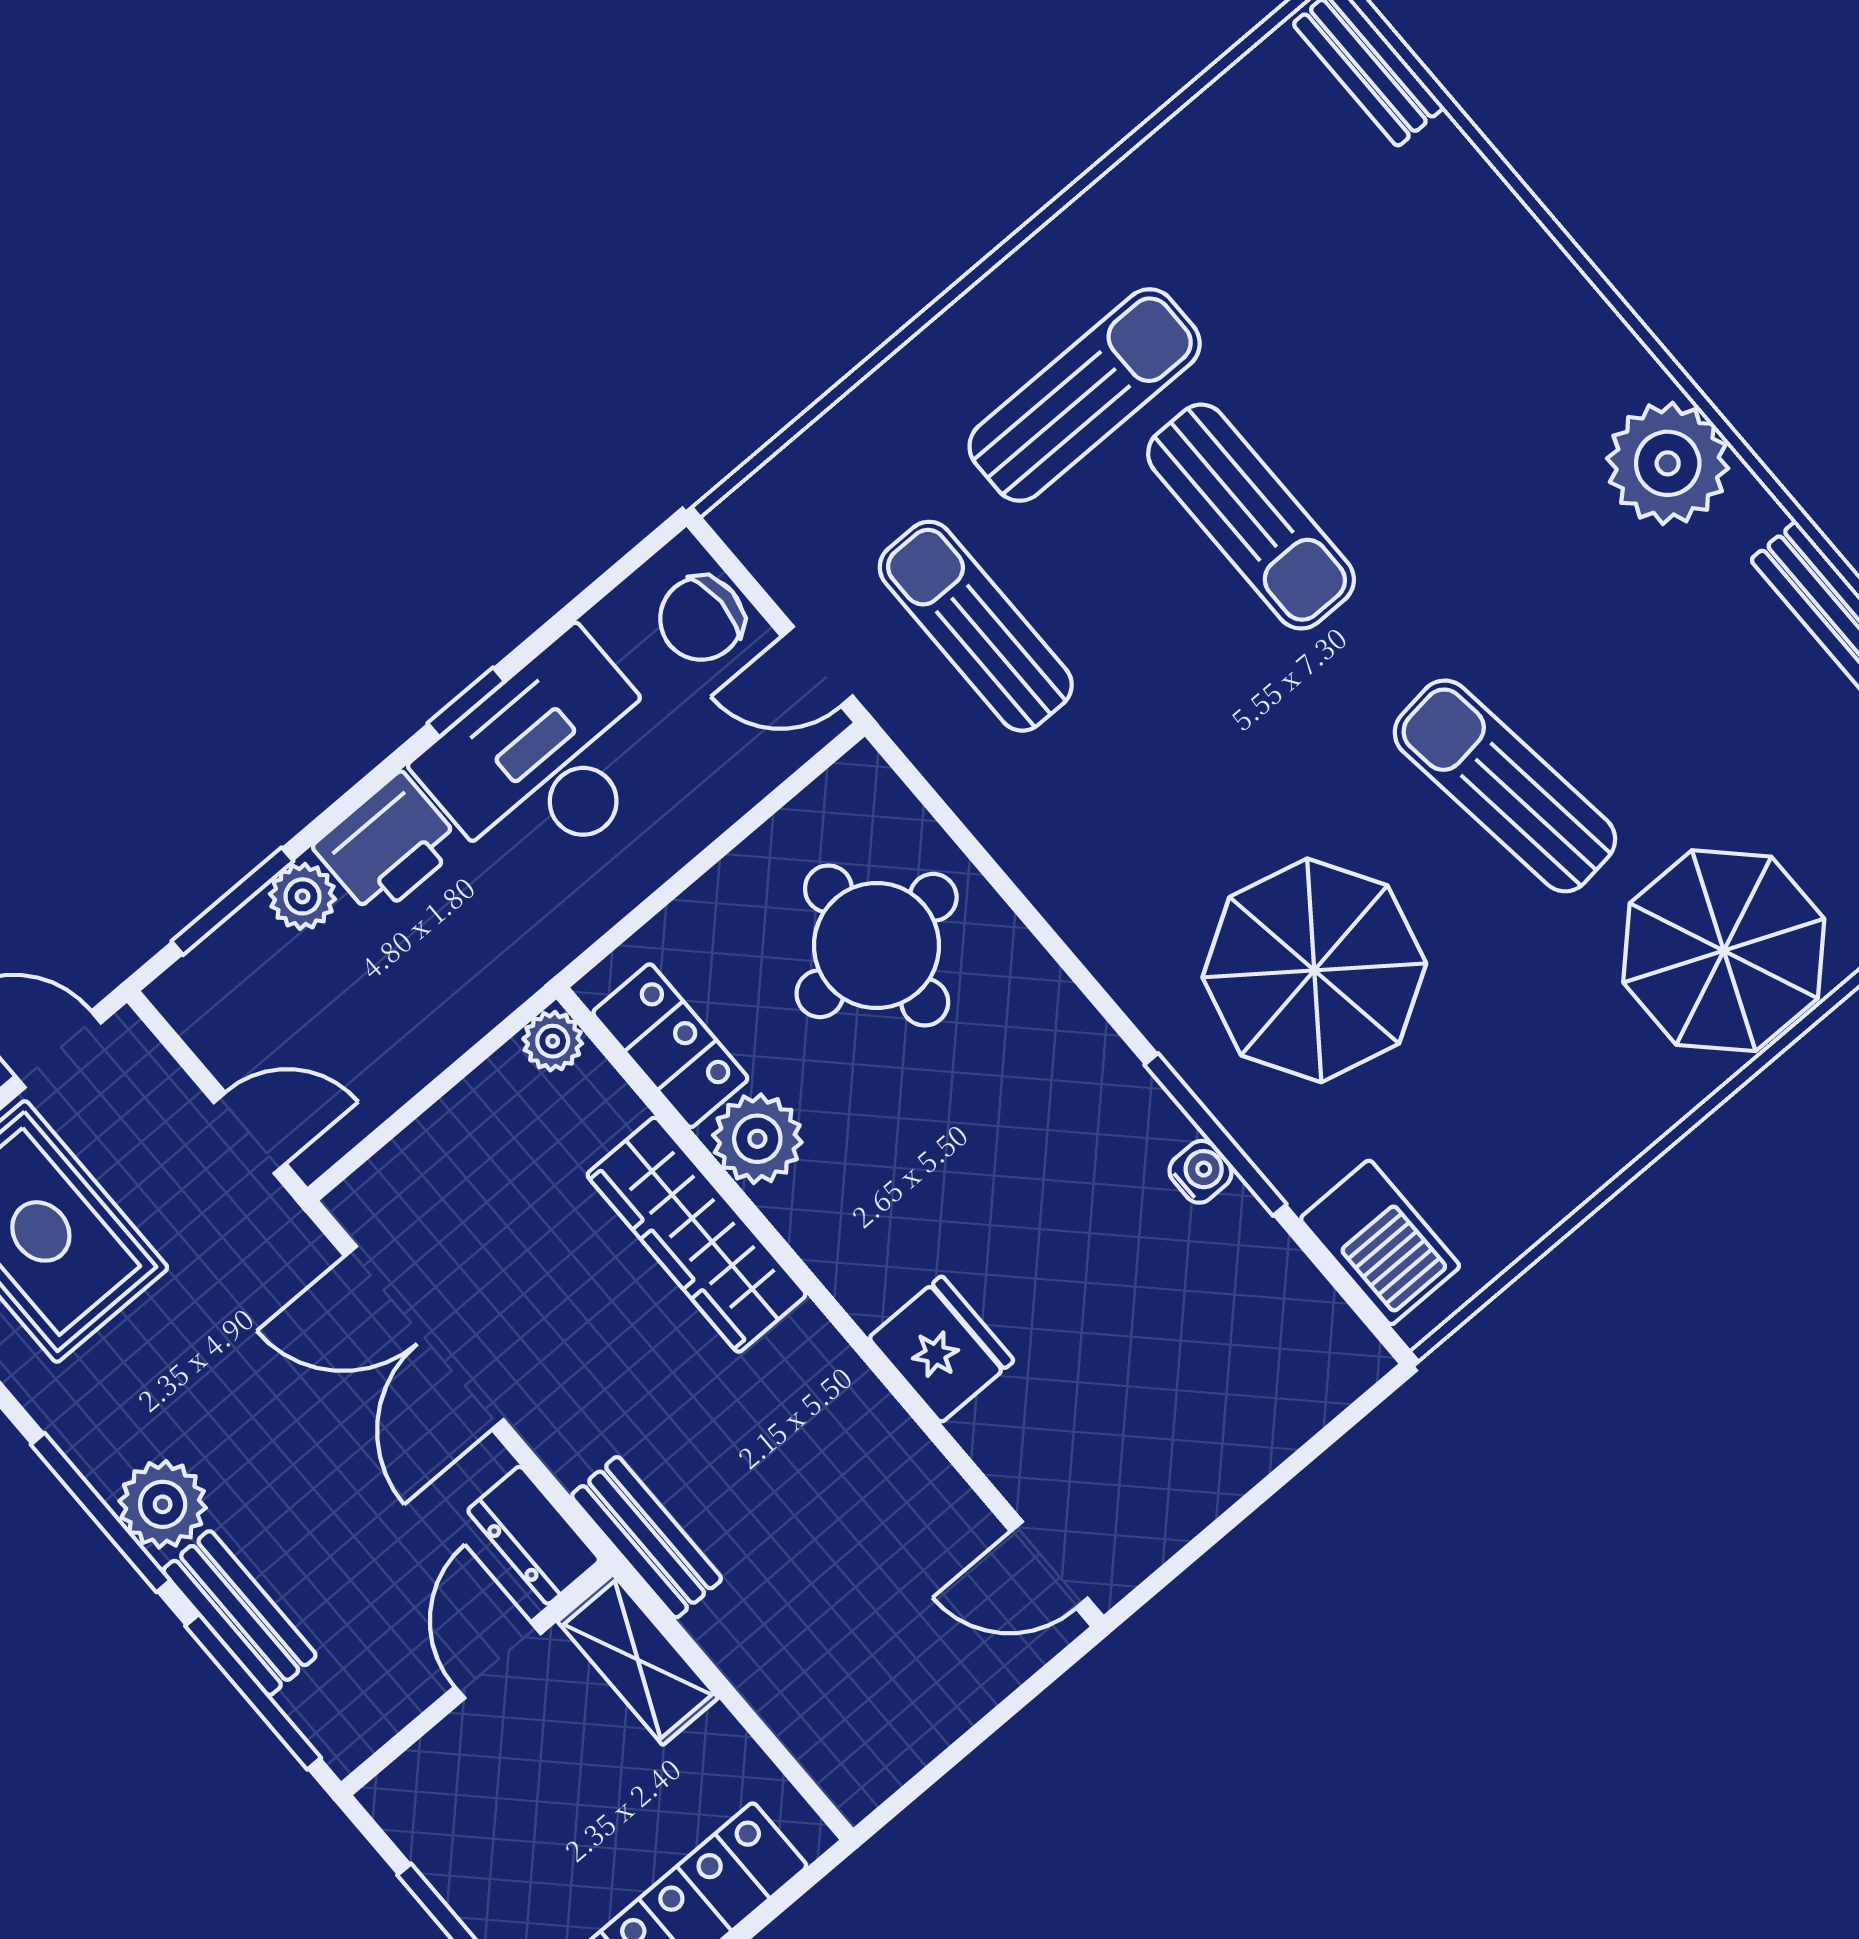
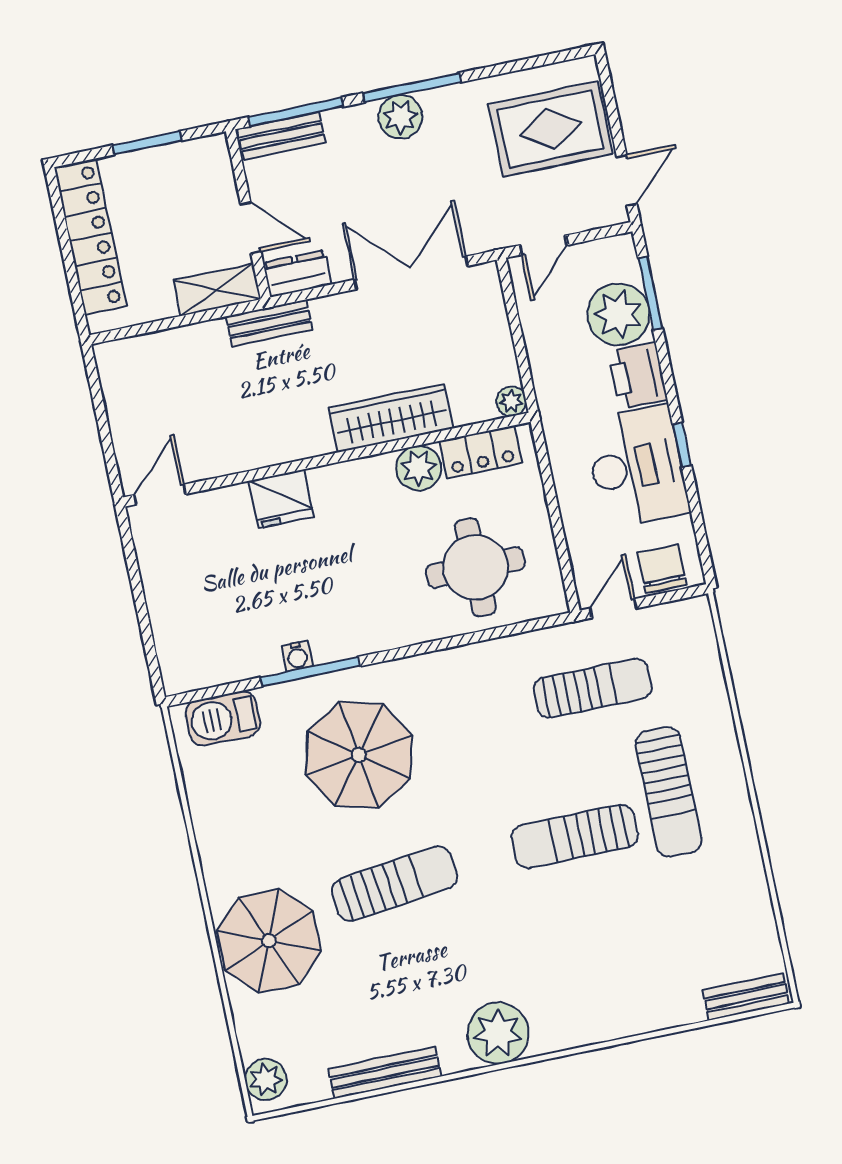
plant: (302, 896) -> (618, 314), width x1.87, depth x1.87
bench: (240, 1613) -> (281, 136), moved

